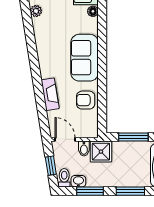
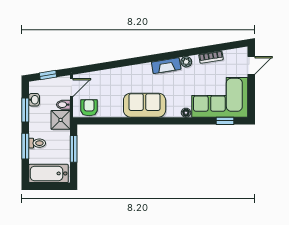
fireplace: (50, 94) -> (166, 66), moved
armchair: (86, 100) -> (89, 108), moved
toilet: (64, 178) -> (37, 143), moved

